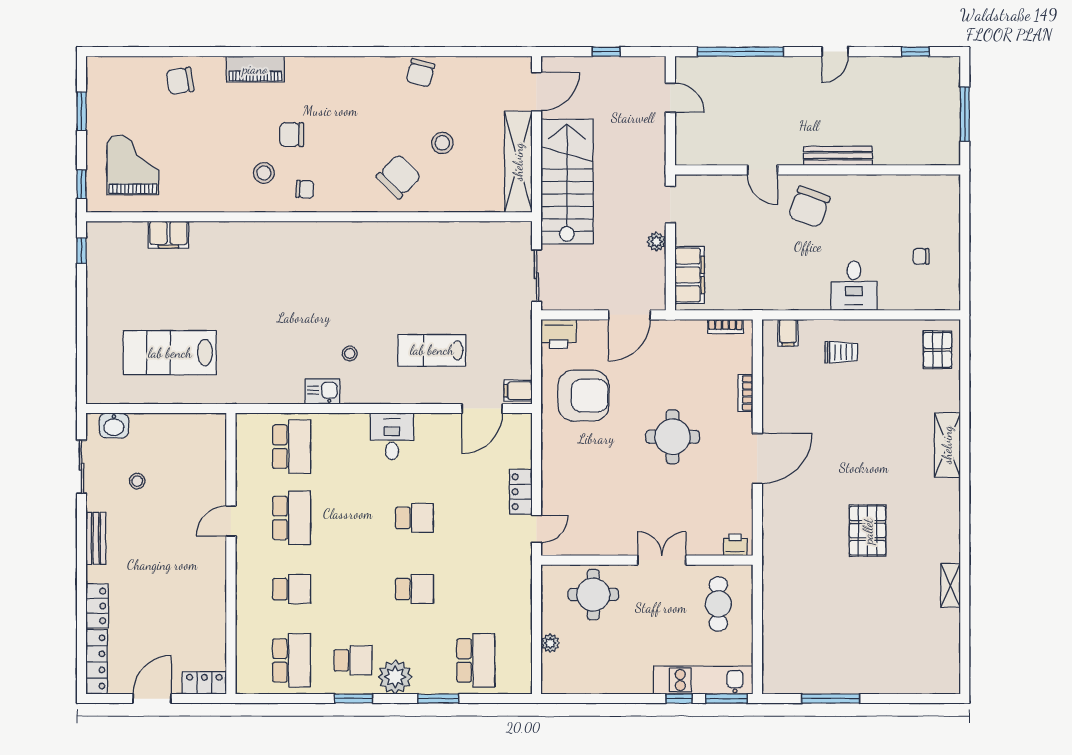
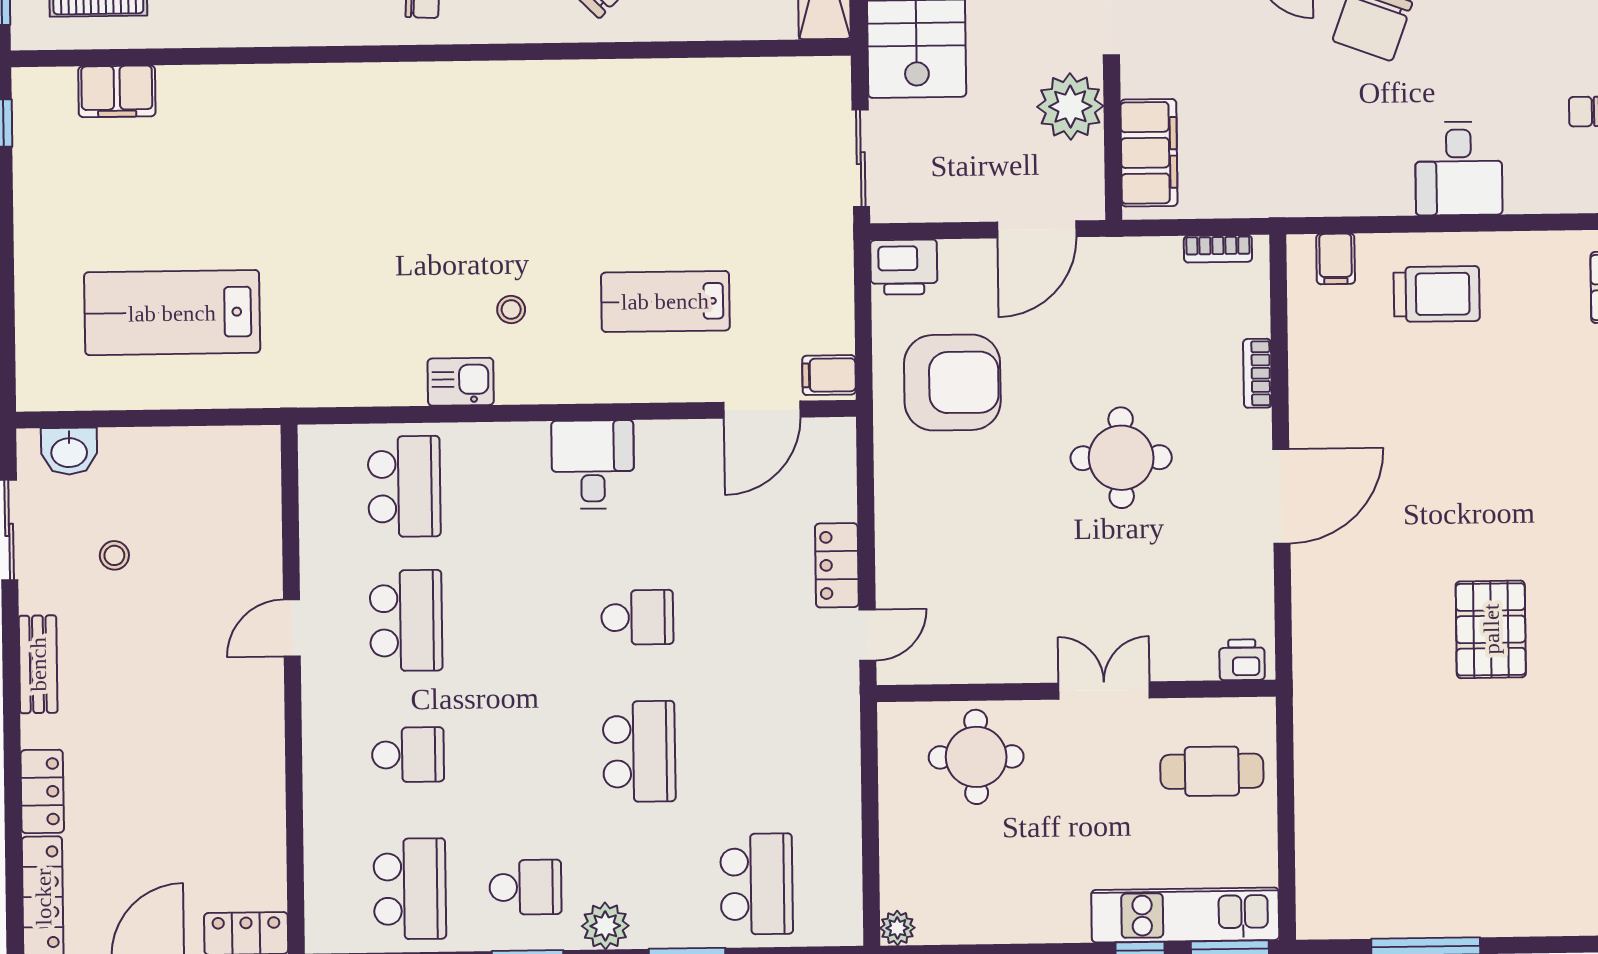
filing cabinet: (168, 235) -> (117, 91), moved
plant: (656, 242) -> (1070, 106), width x1.88, depth x1.88
trolley: (841, 352) -> (1437, 294), width x1.36, depth x1.39
school desk: (414, 589) -> (639, 751), width x1.85
cafe table: (718, 604) -> (1212, 771), turned 90
plant: (550, 643) -> (897, 928), moved
plant: (395, 677) -> (605, 926), width x0.73, depth x0.73

